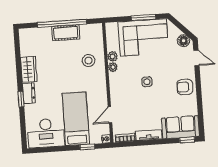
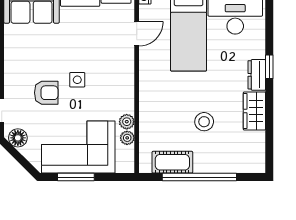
cot: (66, 33) -> (172, 162), moved
stool: (88, 60) -> (204, 122), moved
plant: (113, 67) -> (127, 138), moved
armchair: (185, 87) -> (46, 93), moved

